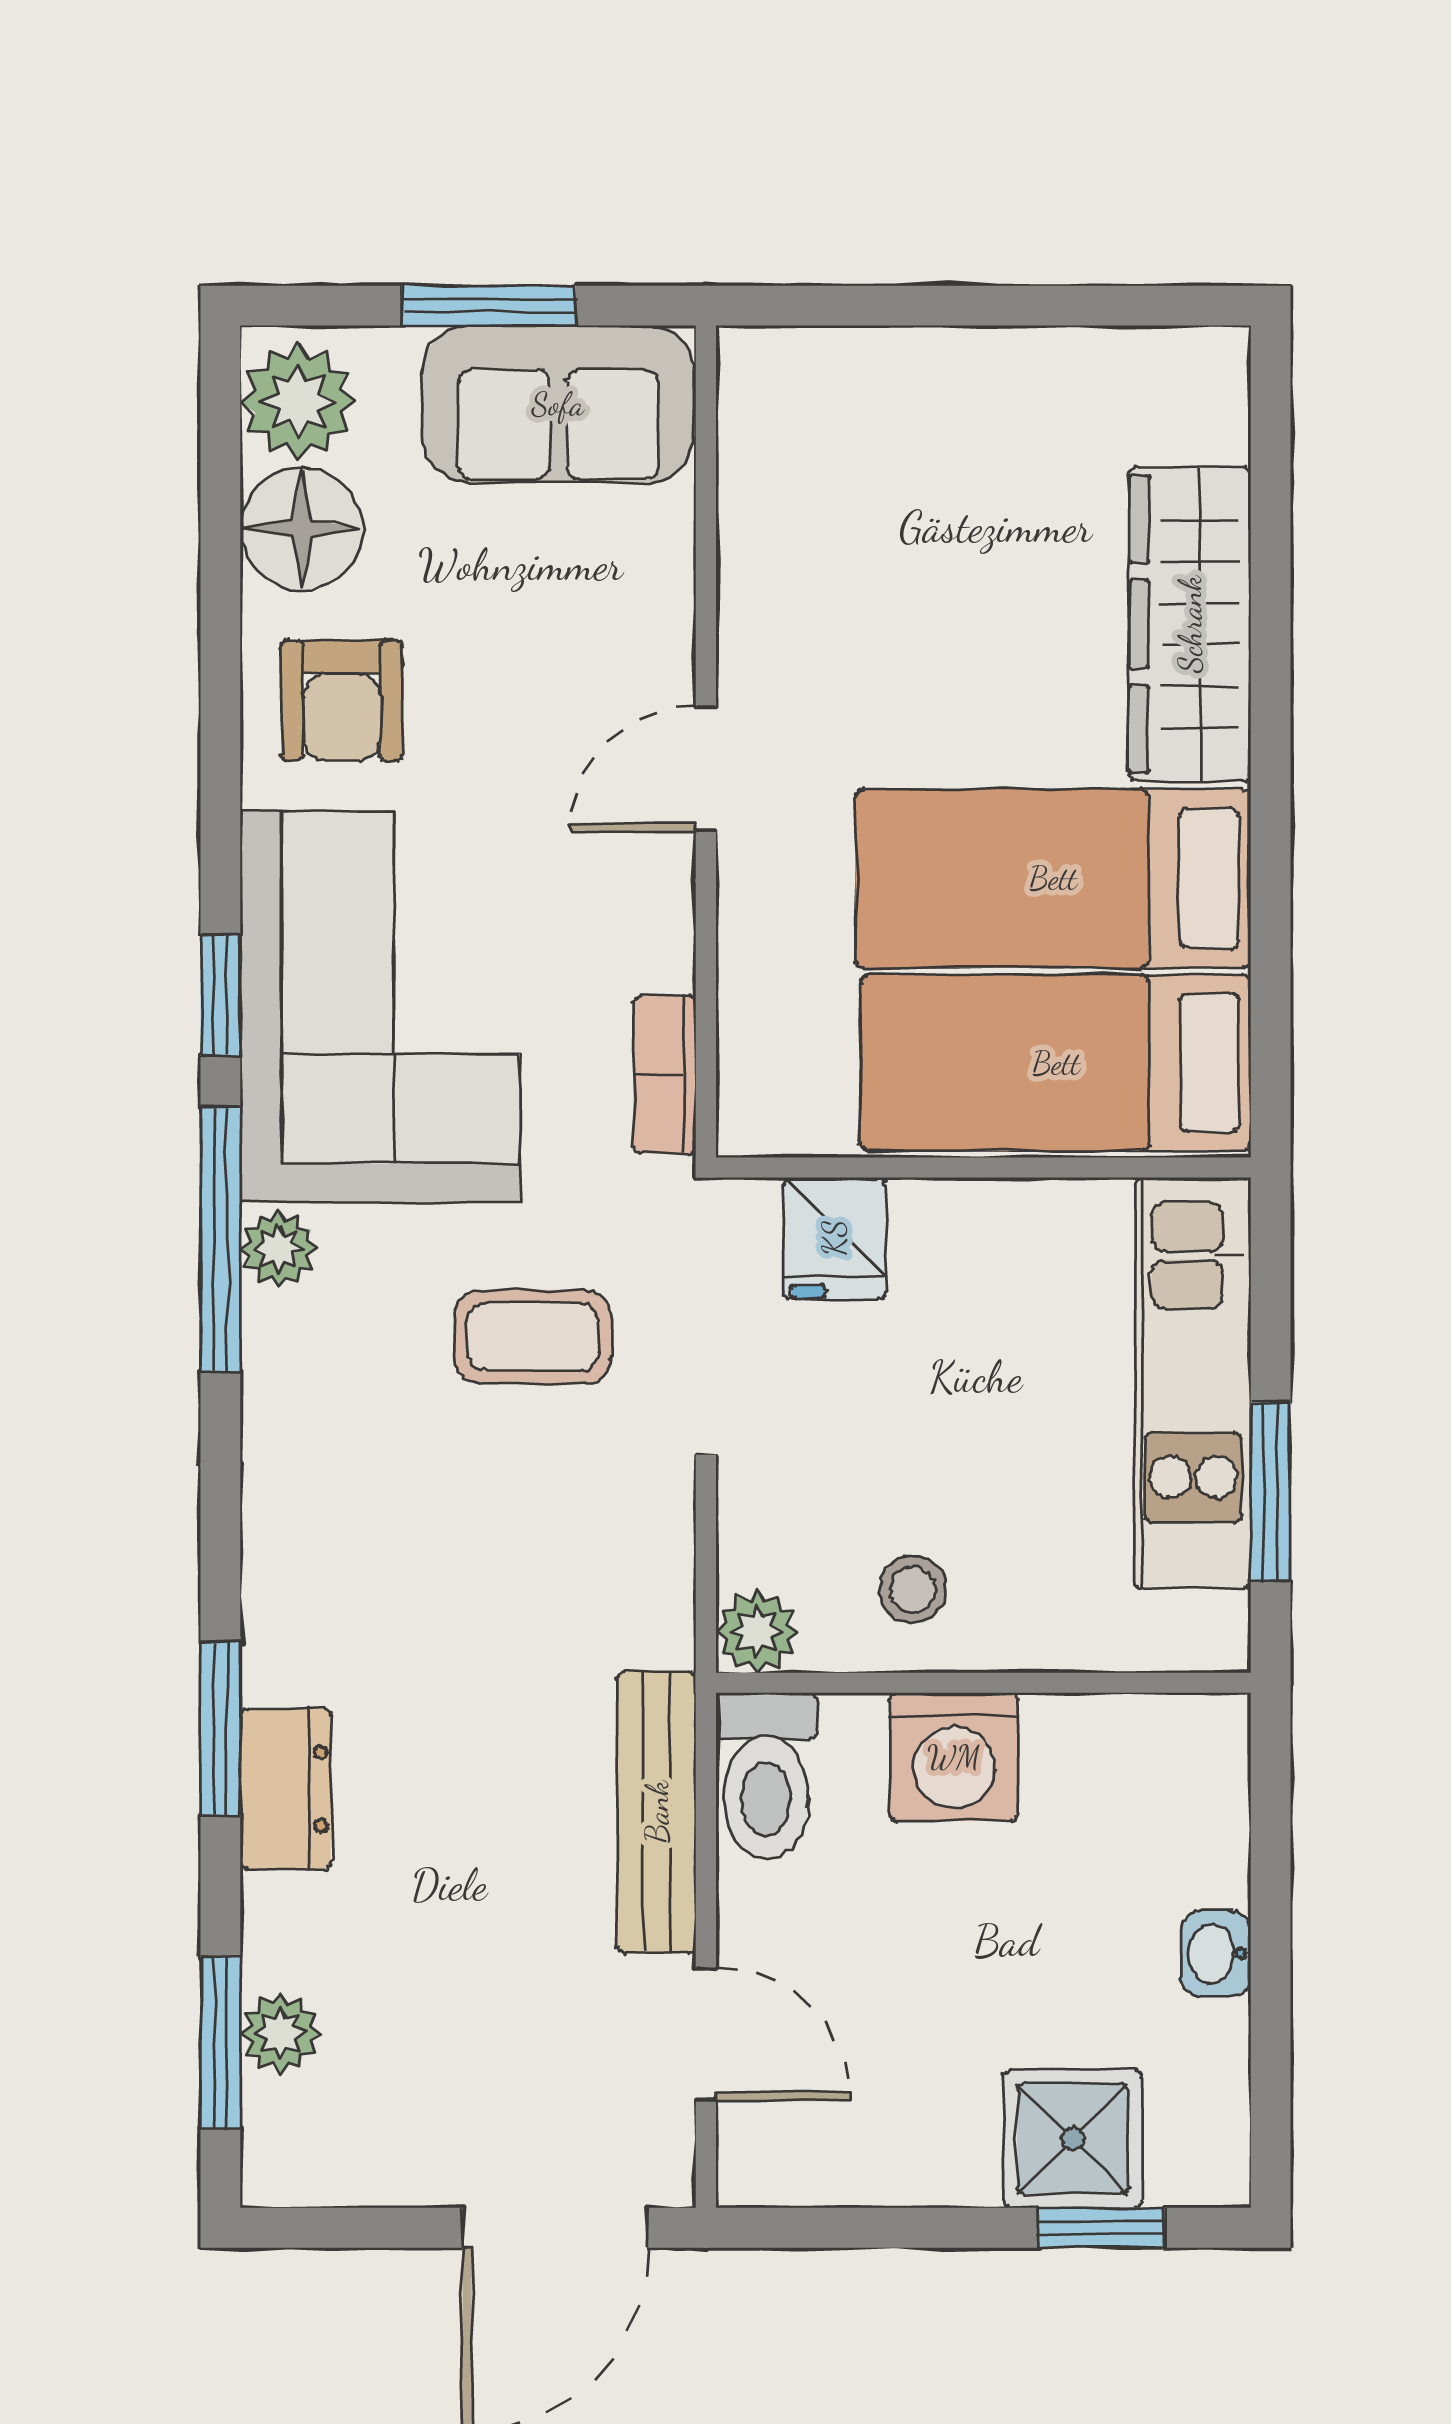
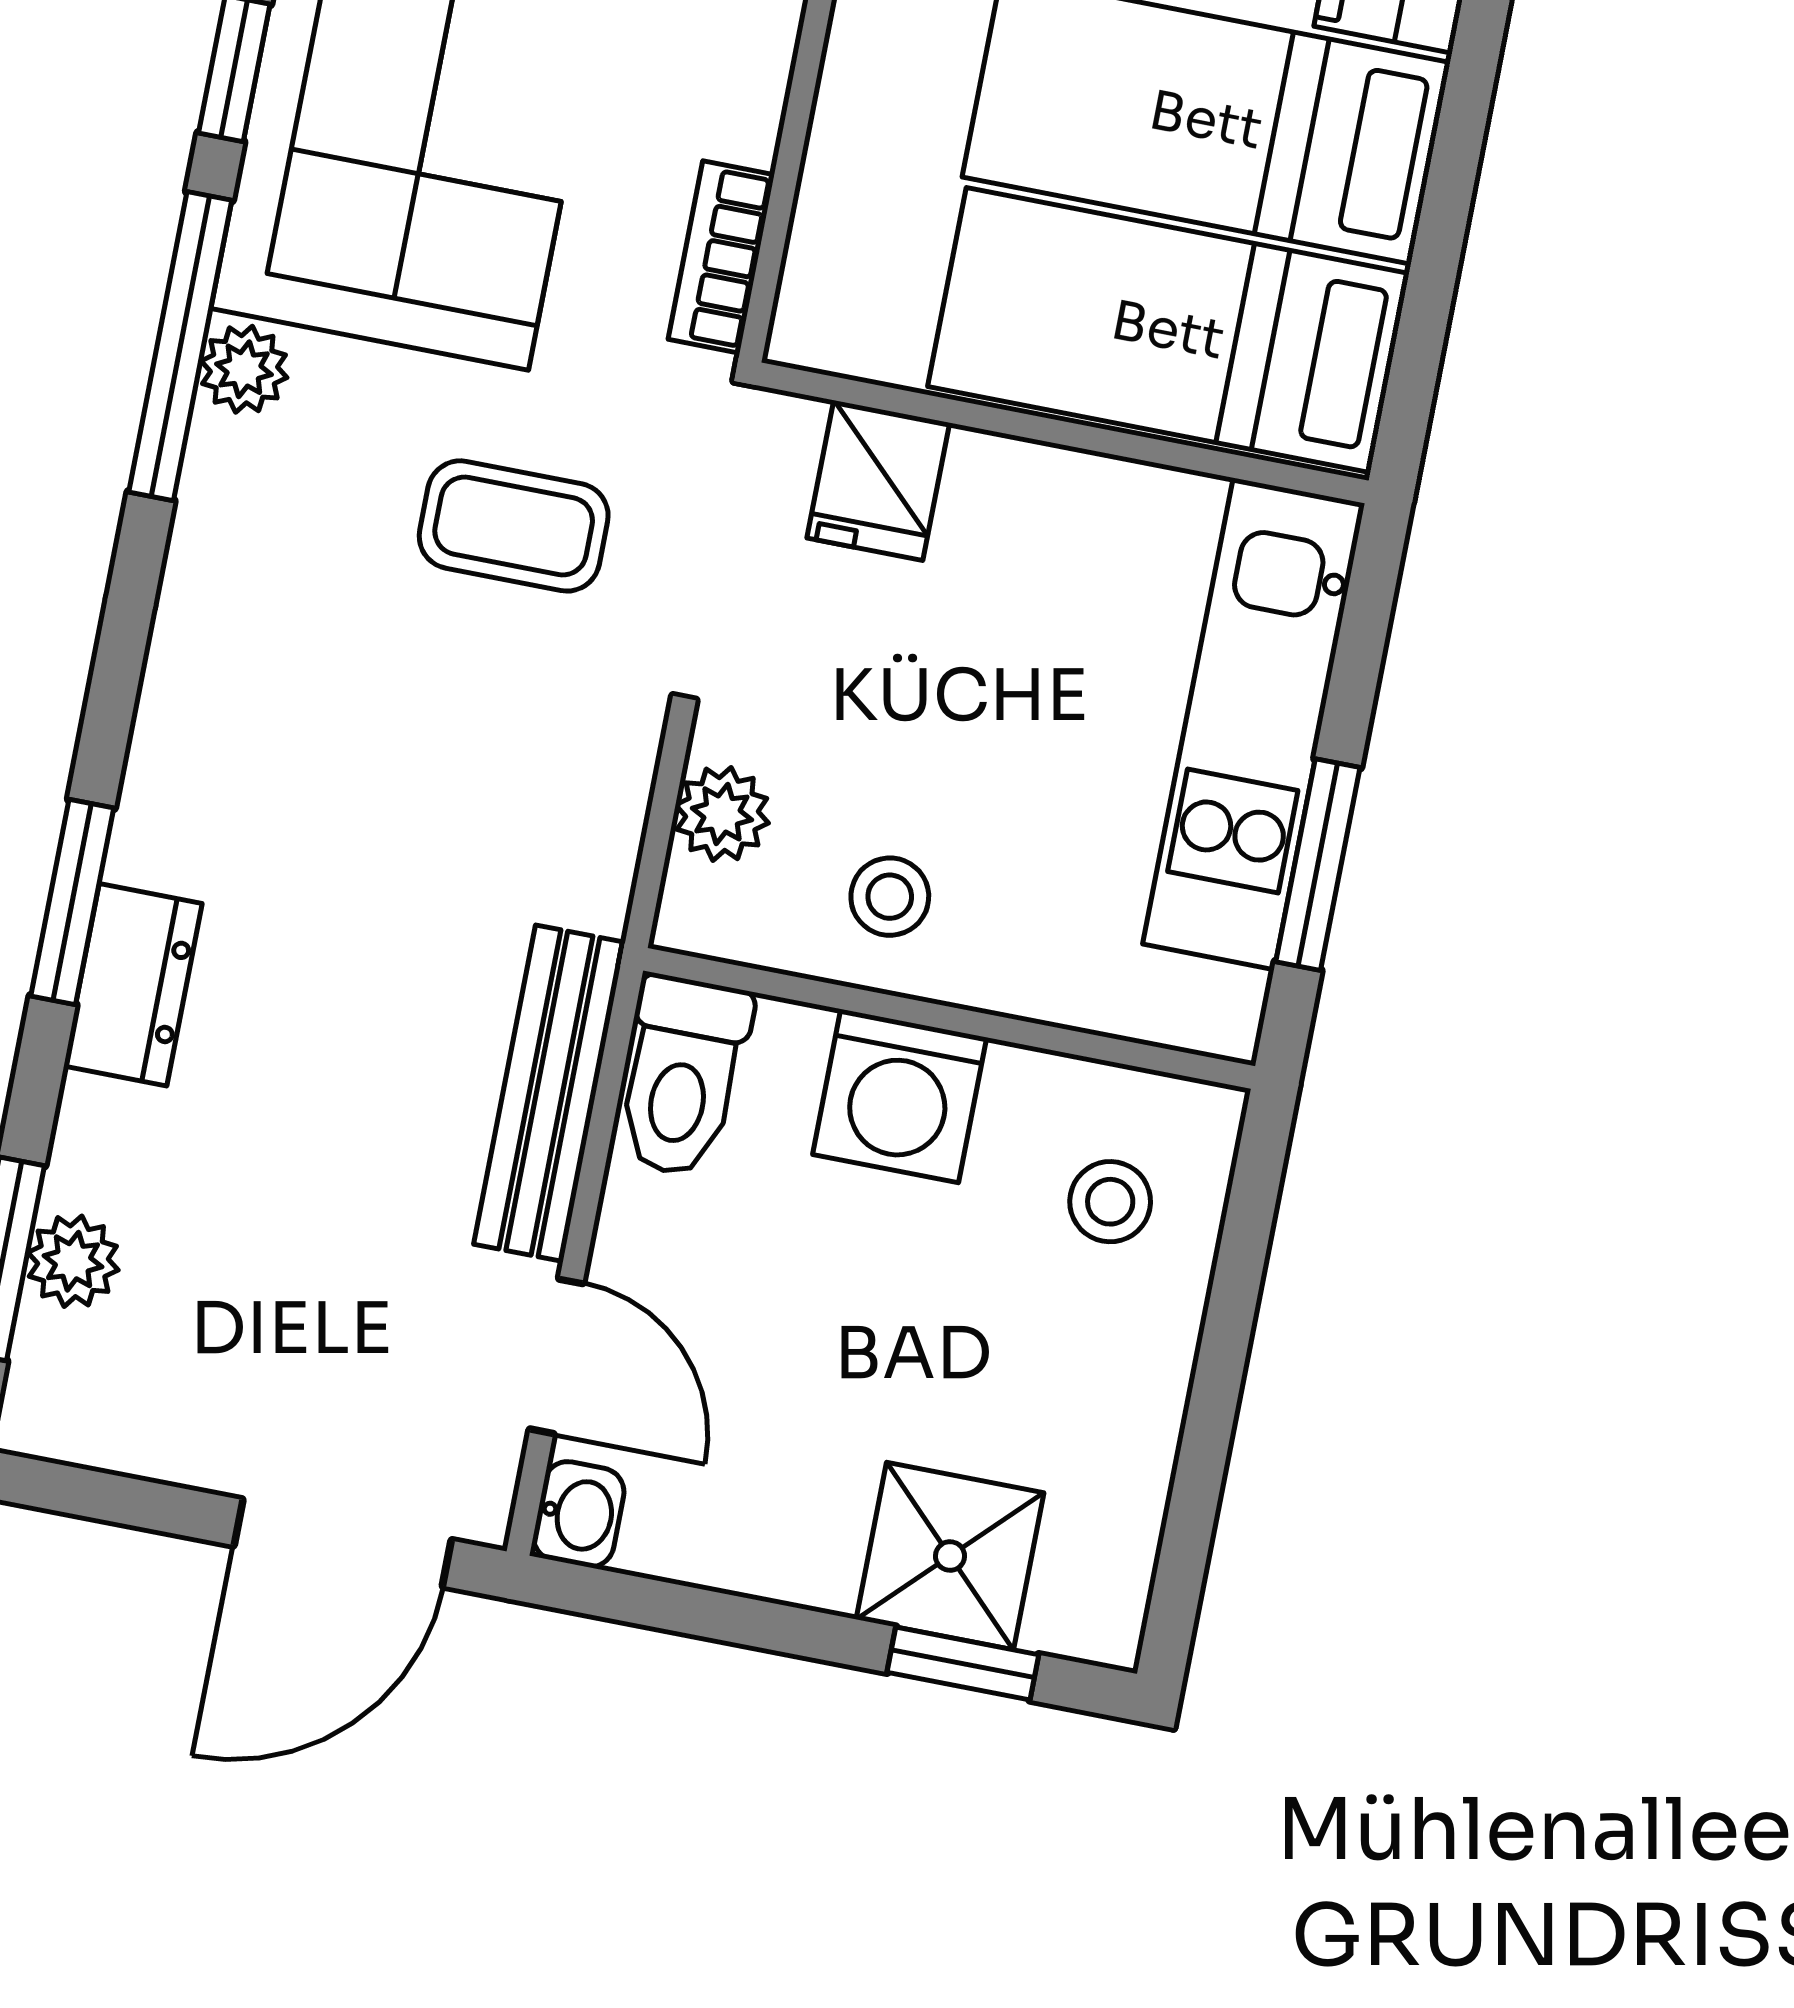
plant: (757, 1632) -> (722, 814), moved
stool: (1150, 1812) -> (1110, 1202), added
washbasin: (1216, 1954) -> (579, 1514), moved, turned 180

